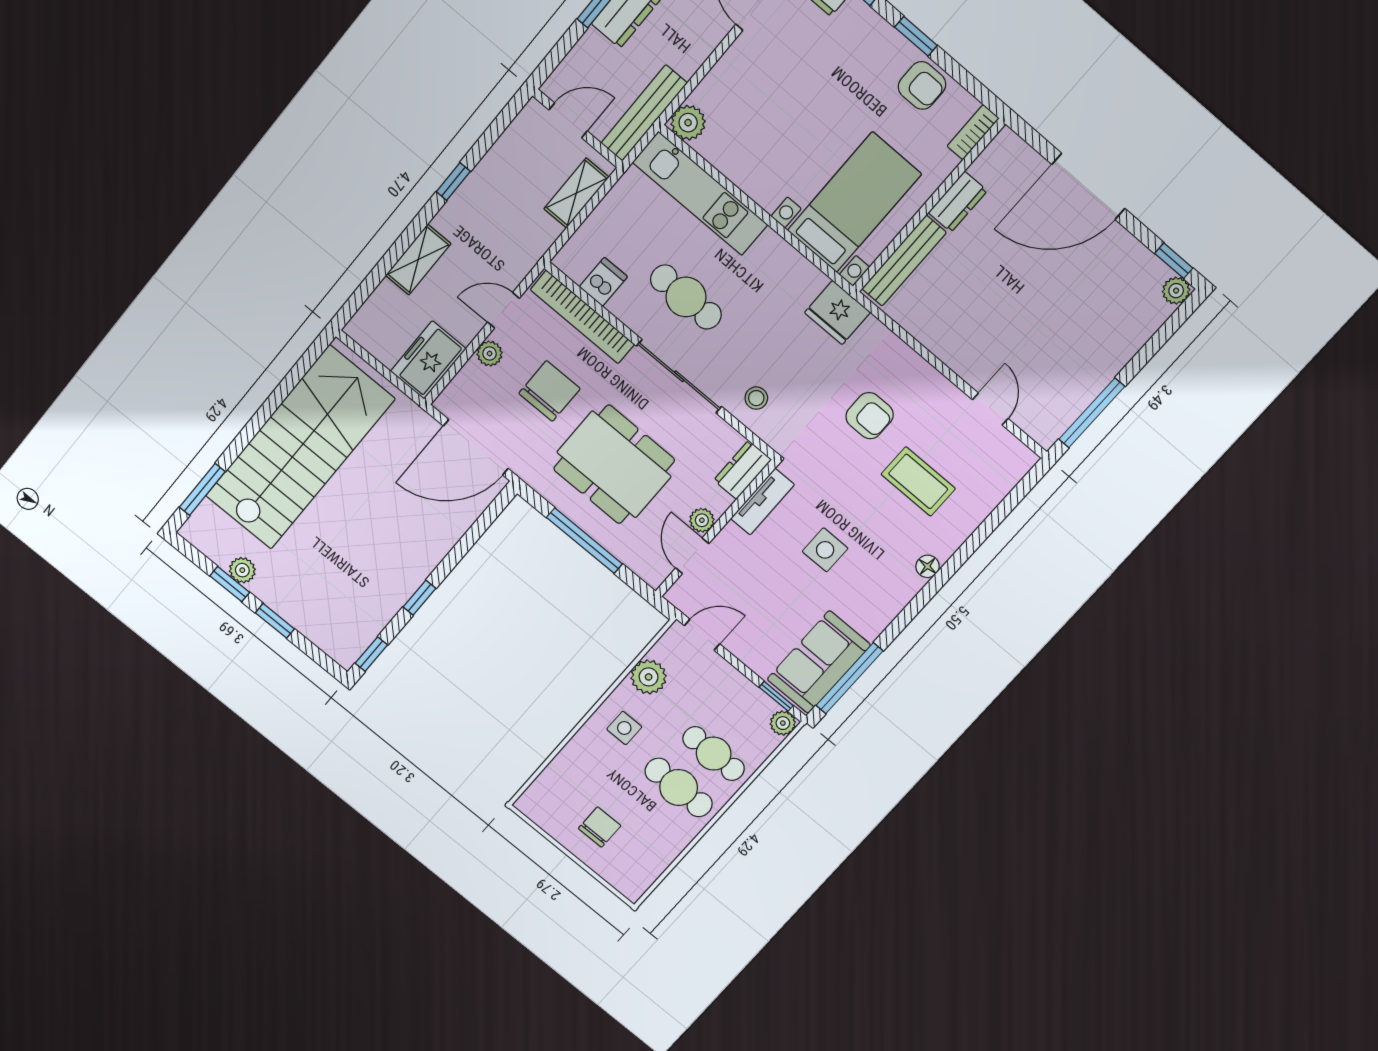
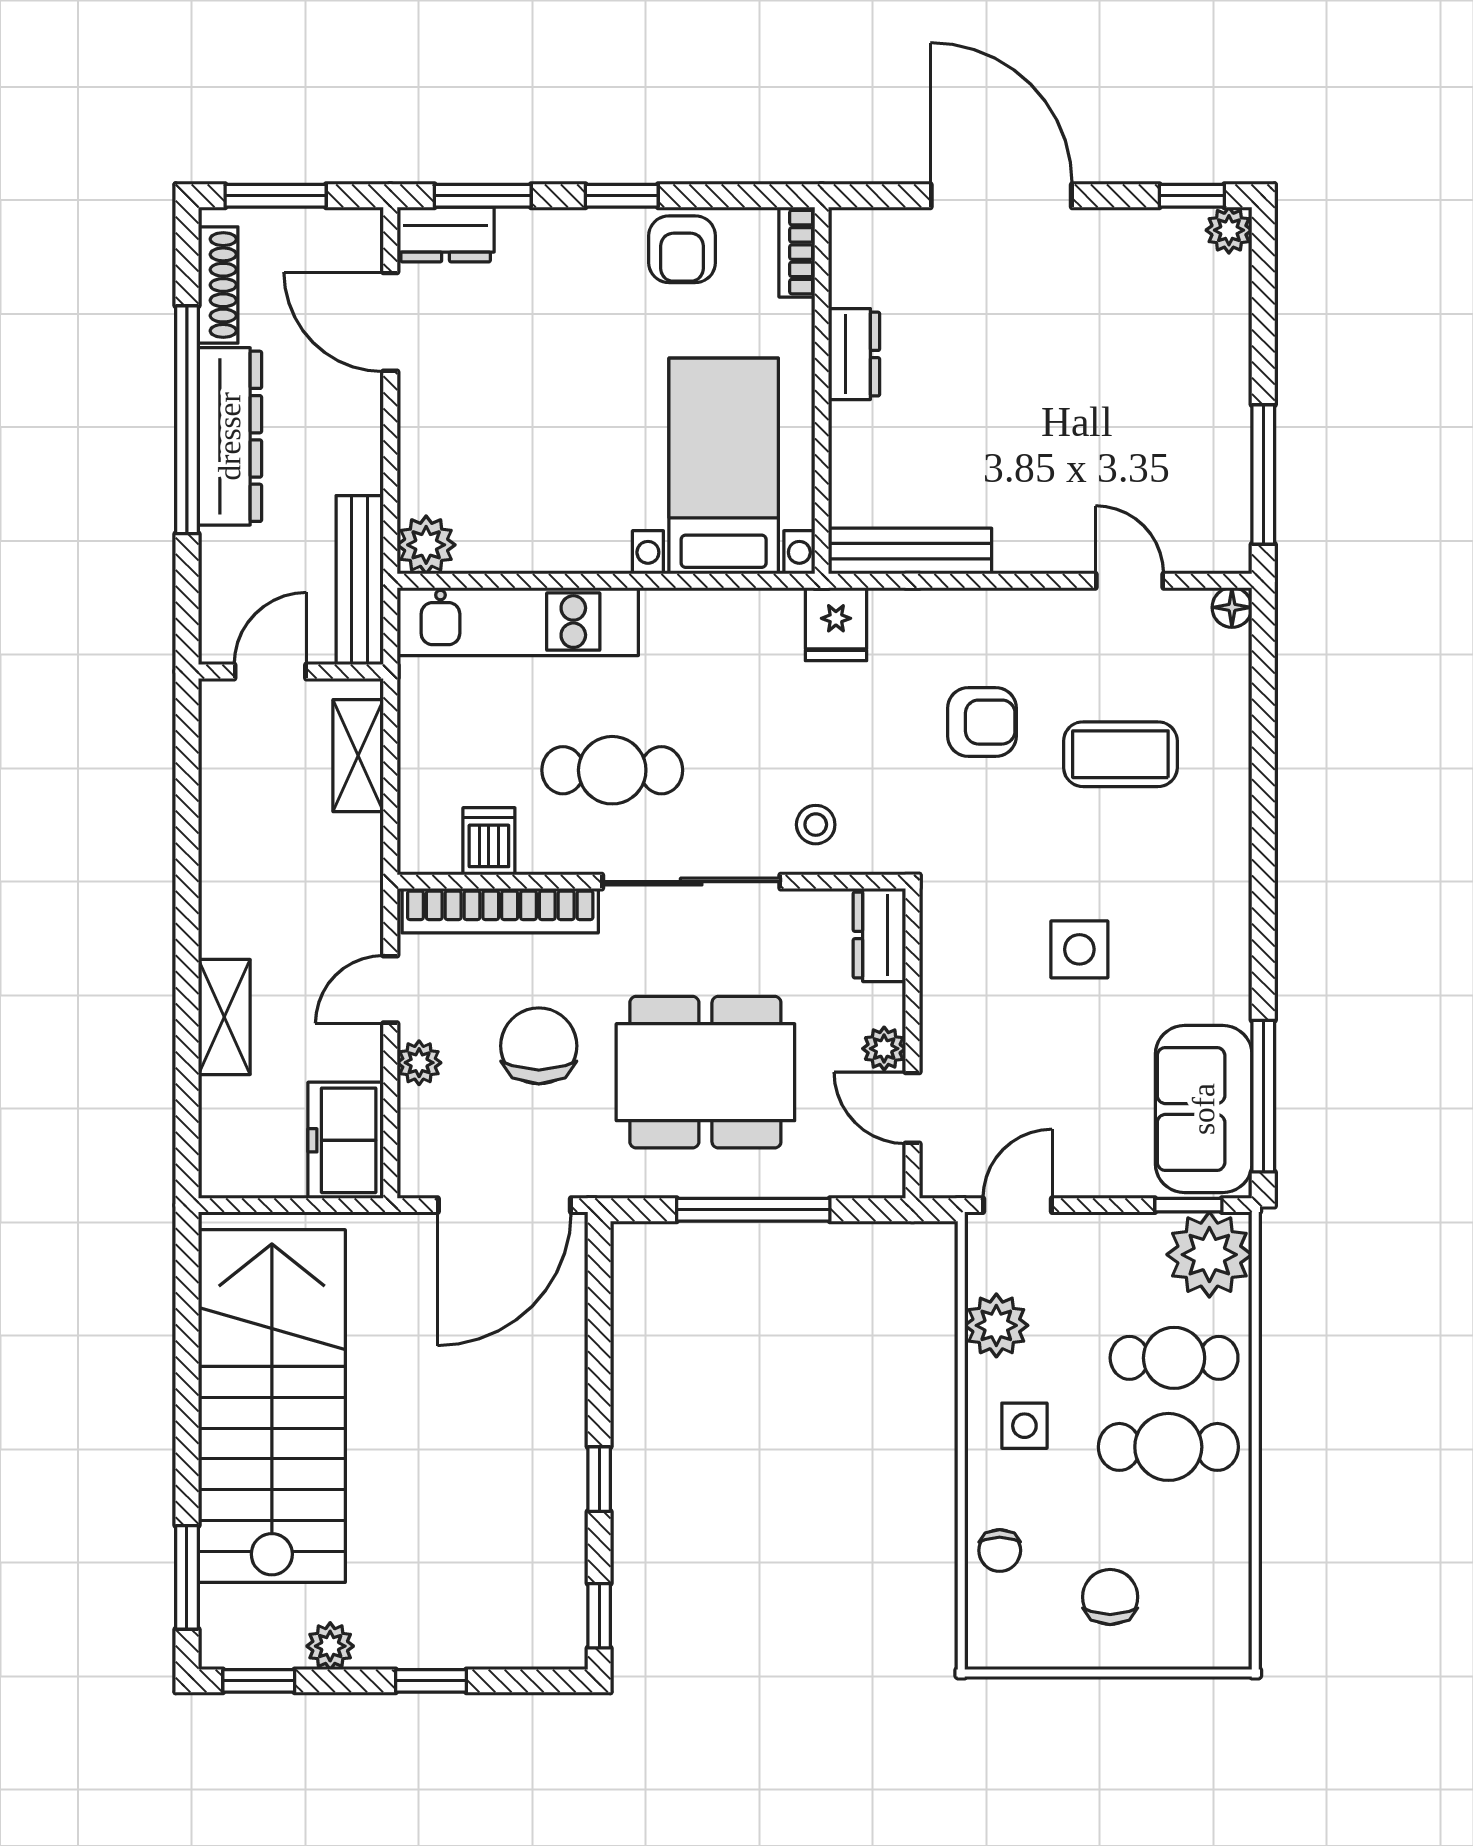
armchair: (922, 86) -> (682, 249), turned 90
window: (453, 182) -> (187, 875), removed
door: (1088, 186) -> (1001, 196), swing flipped
bench: (904, 261) -> (910, 551), moved, turned 90
fridge: (837, 313) -> (836, 624), width x0.72
tv unit: (762, 502) -> (942, 955), removed
floor lamp: (928, 566) -> (1232, 607), moved
window: (230, 584) -> (259, 1681), moved
plant: (783, 723) -> (1209, 1255), width x1.88, depth x1.88
chair: (569, 770) -> (1000, 1550), added

